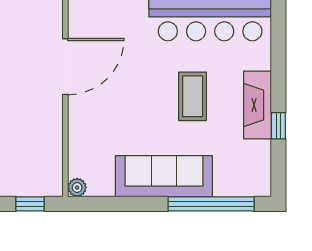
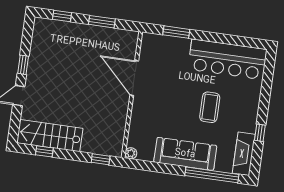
door: (65, 67) -> (134, 78), swing flipped
fireplace: (257, 105) -> (244, 154), moved

